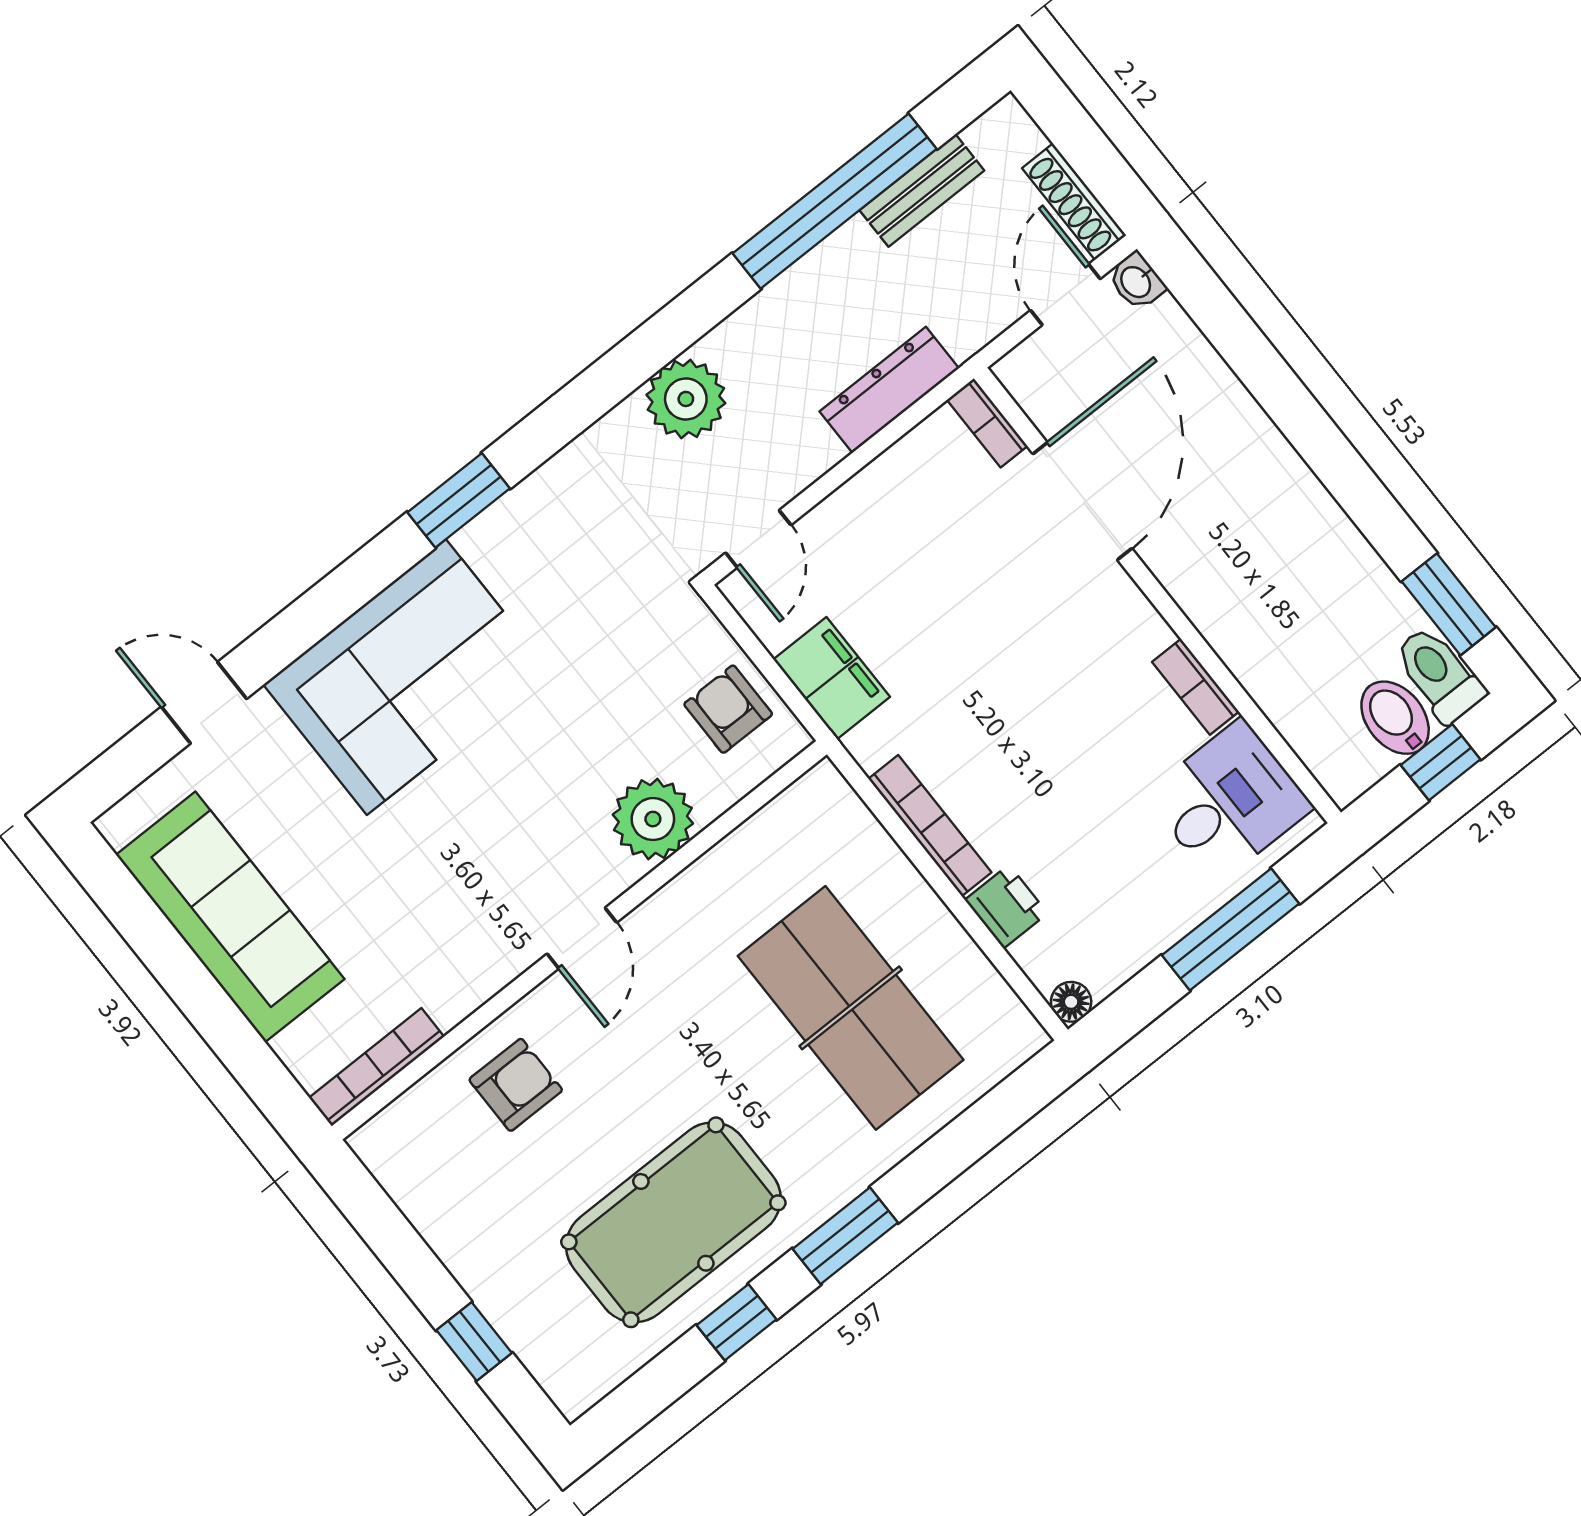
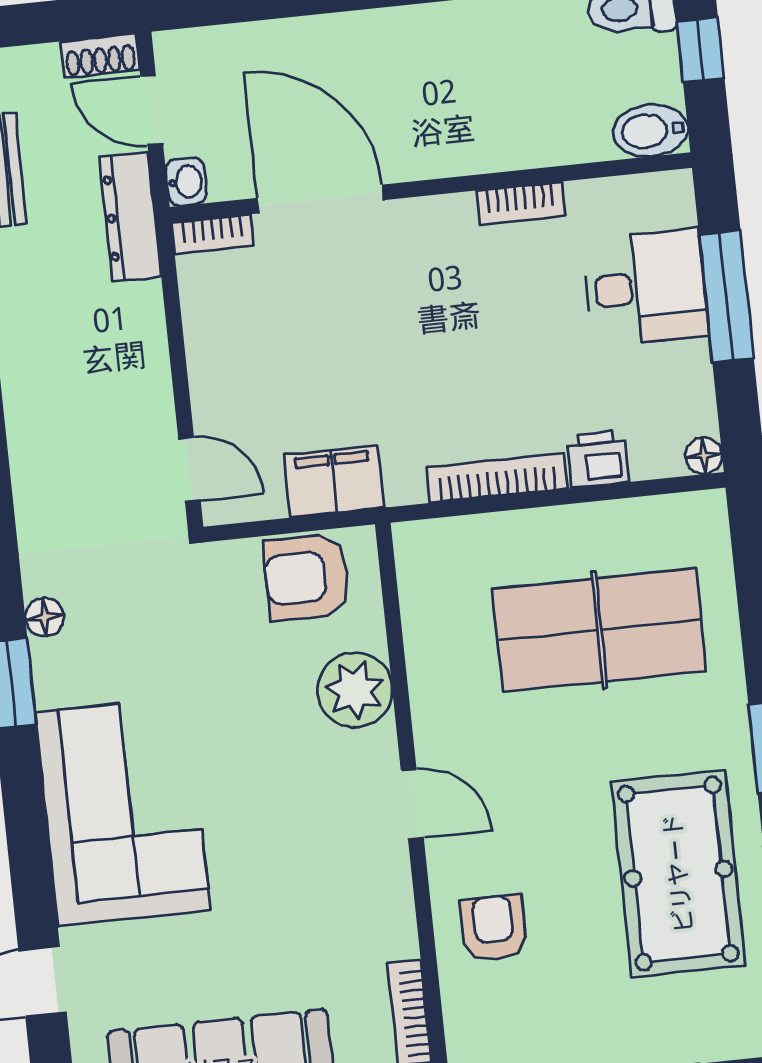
shoe rack: (1074, 202) -> (100, 56), width x0.70
washbasin: (1137, 281) -> (186, 182), moved, turned -90
dresser: (889, 390) -> (130, 217), moved
plant: (686, 399) -> (45, 457), removed
floor lamp: (539, 492) -> (44, 617), added
armchair: (728, 709) -> (307, 577), width x1.38, depth x1.38
bidet: (1395, 718) -> (650, 131), moved
desk: (1229, 801) -> (645, 287), moved, turned 90

